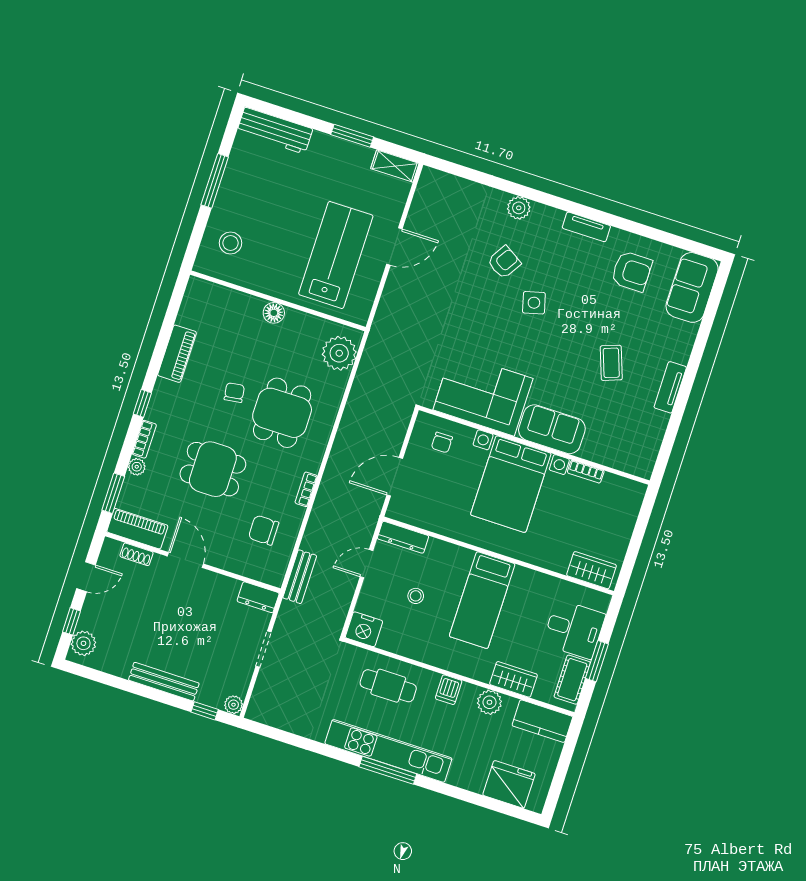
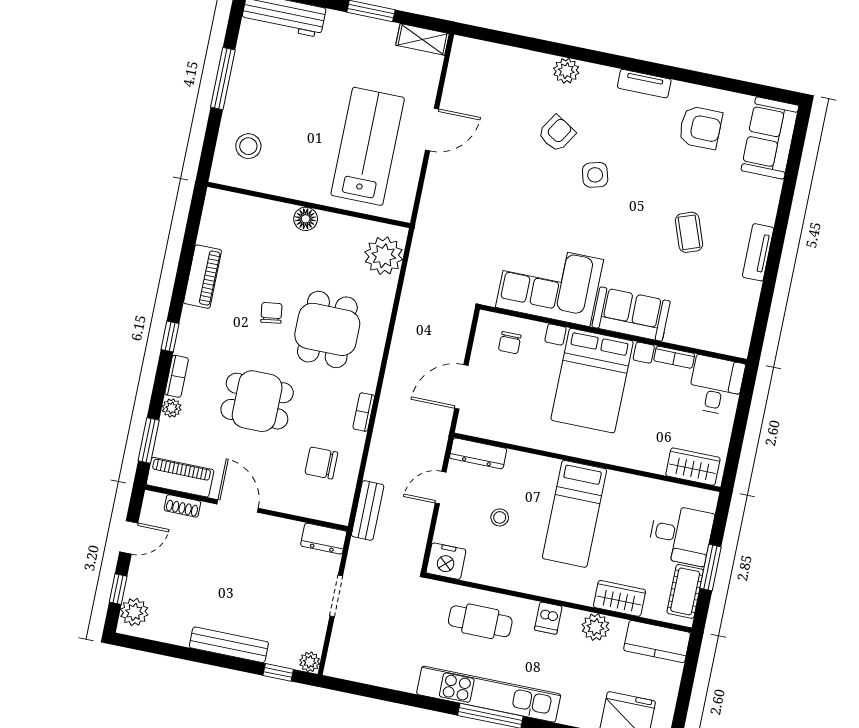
desk: (620, 501) -> (716, 385), added

